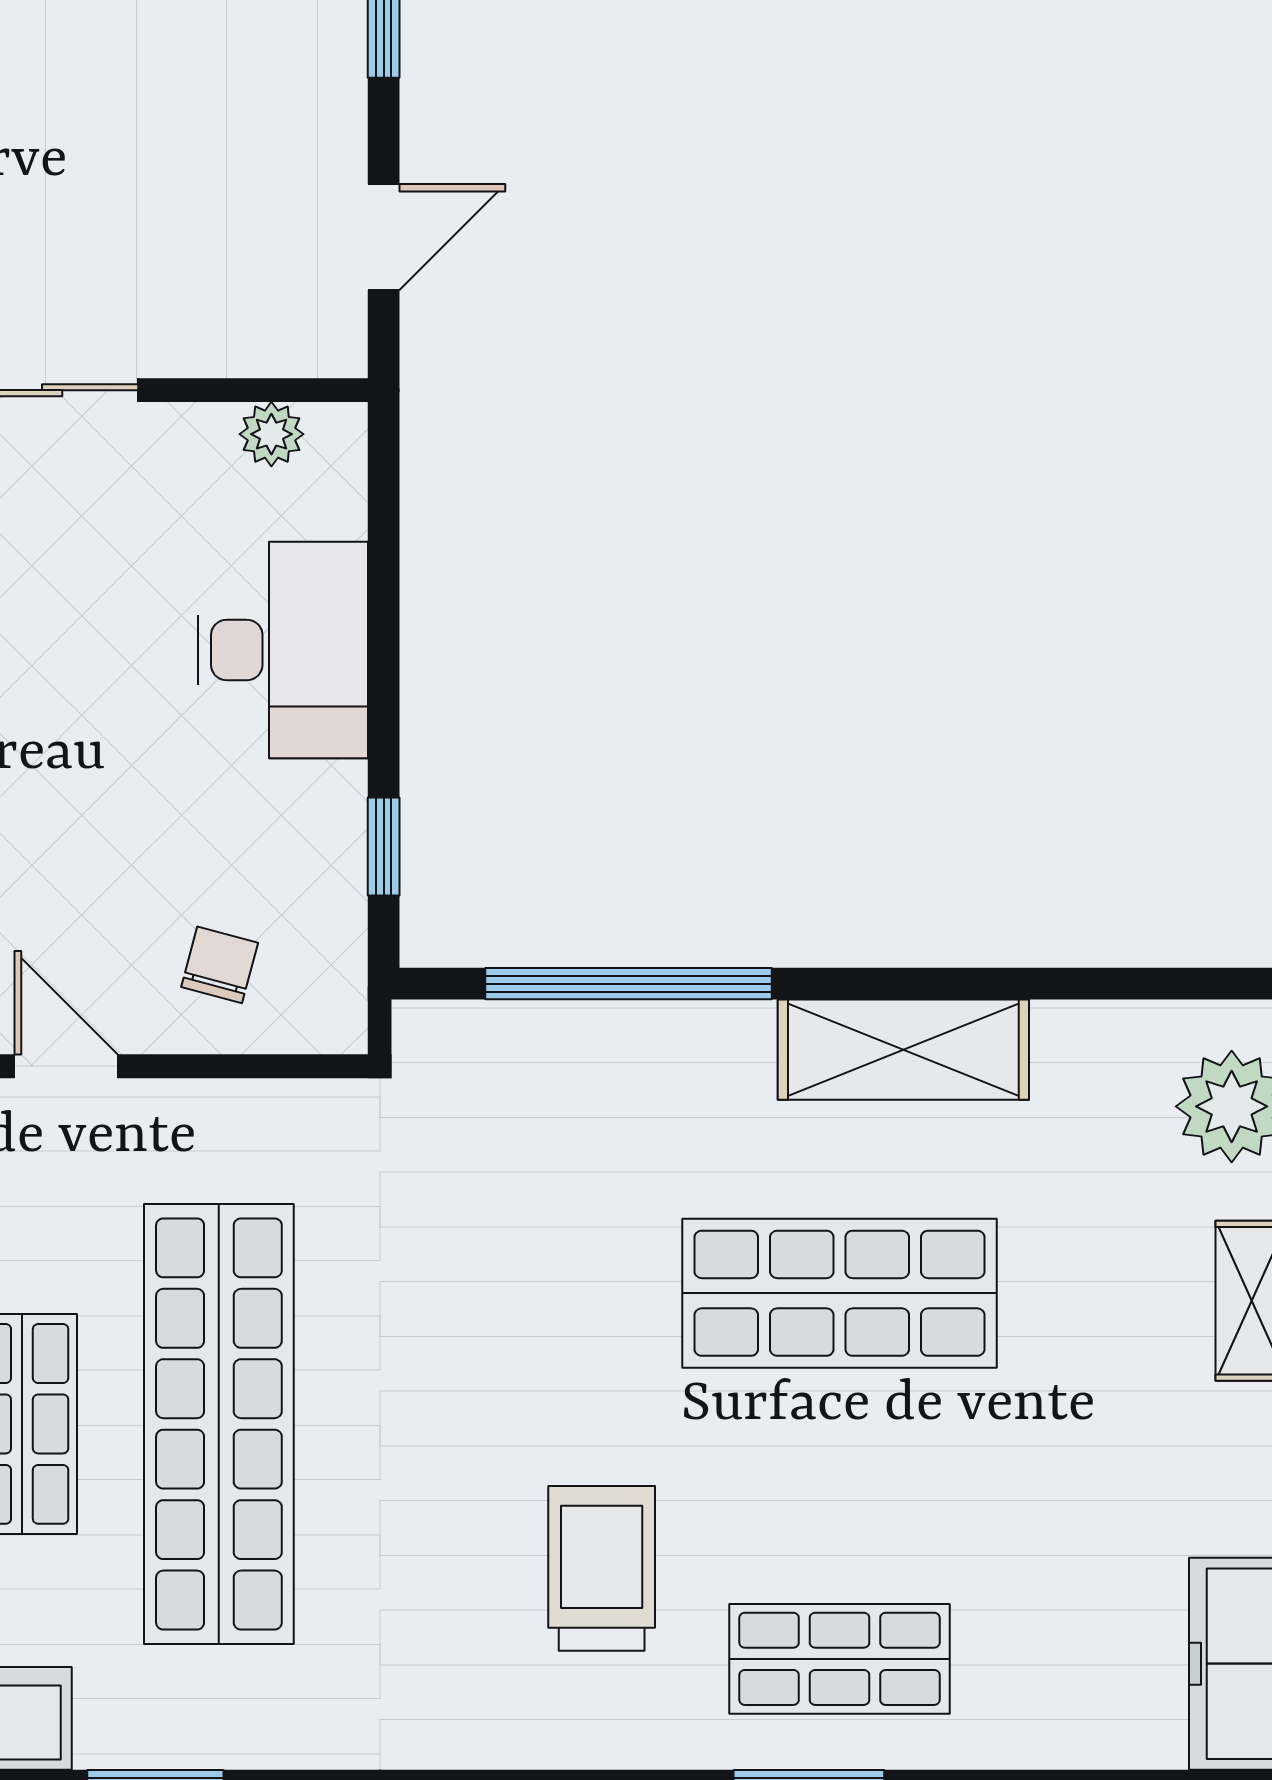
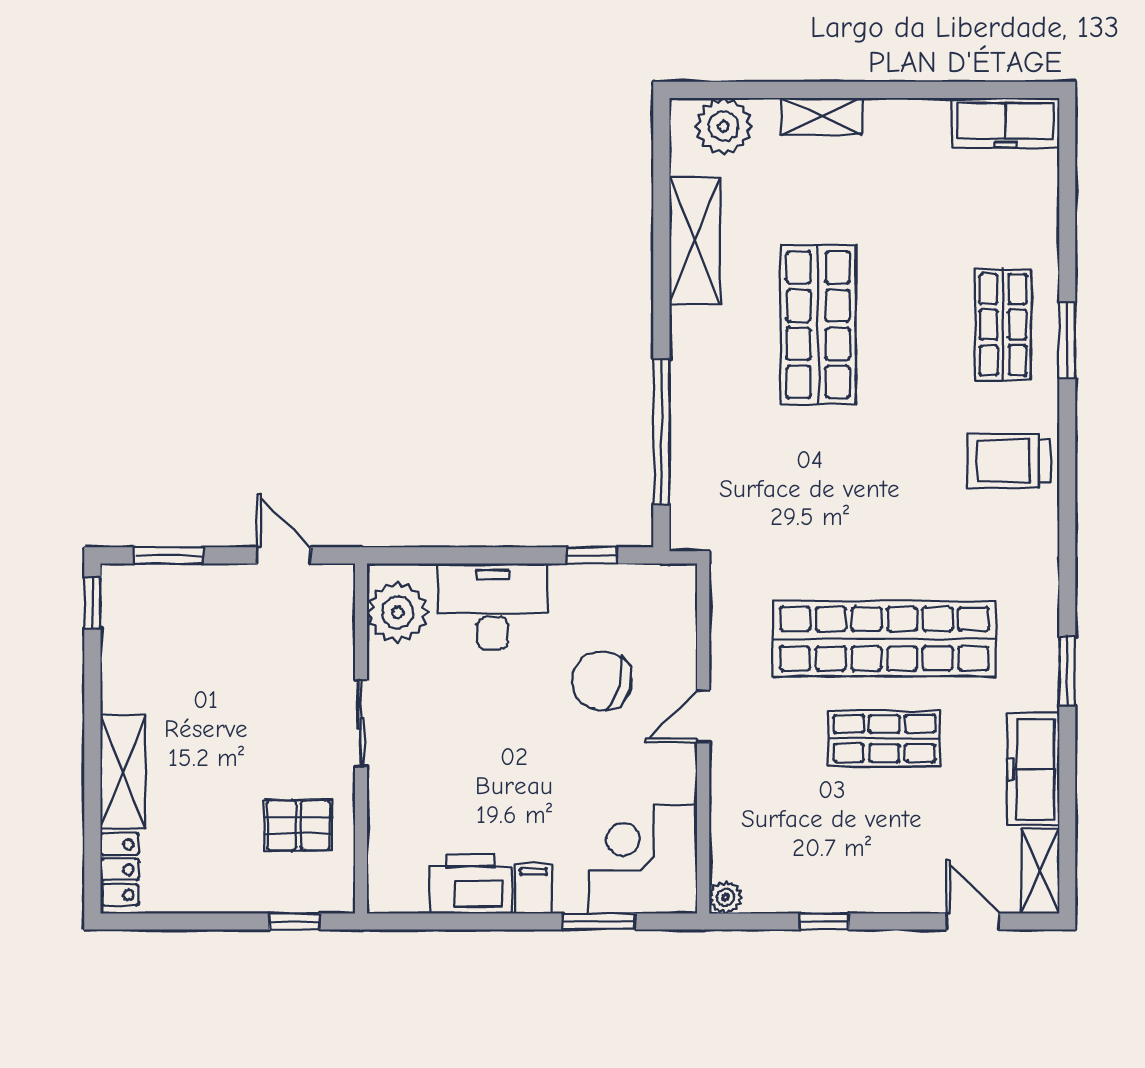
plant: (271, 434) -> (397, 612), width x1.88, depth x1.88
chair: (220, 965) -> (602, 681), moved, width x1.87, depth x1.87
shelving: (903, 1050) -> (695, 241), moved
trolley: (602, 1568) -> (1009, 461), moved

